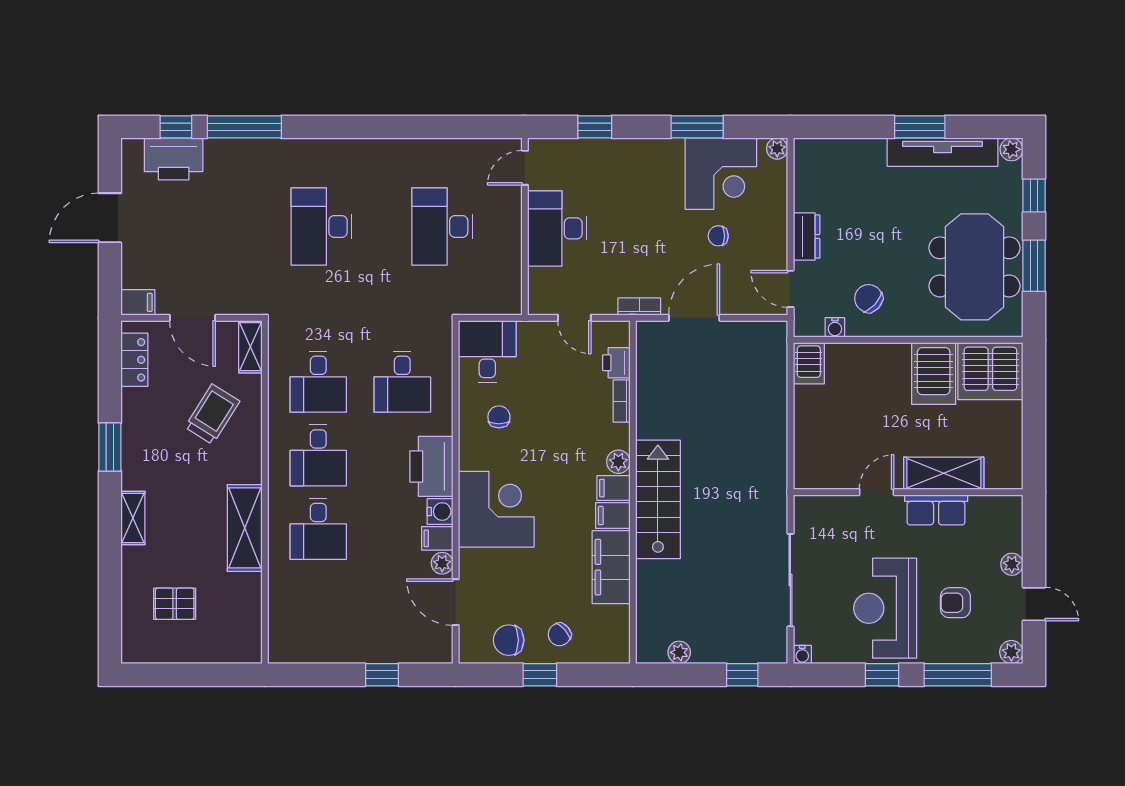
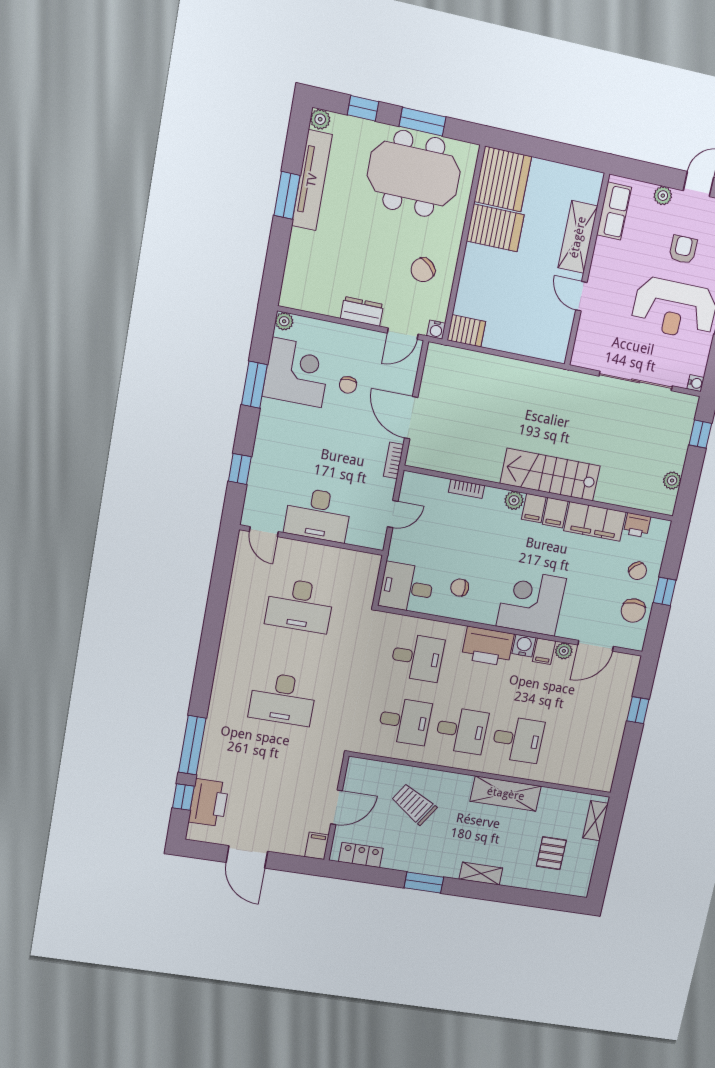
water cooler: (835, 327) -> (436, 330), moved, turned 90
shelving: (250, 347) -> (595, 821), moved, turned 90
printer: (616, 363) -> (637, 525), moved
row of seats: (936, 510) -> (614, 211), moved
armchair: (955, 603) -> (683, 250), turned 180

